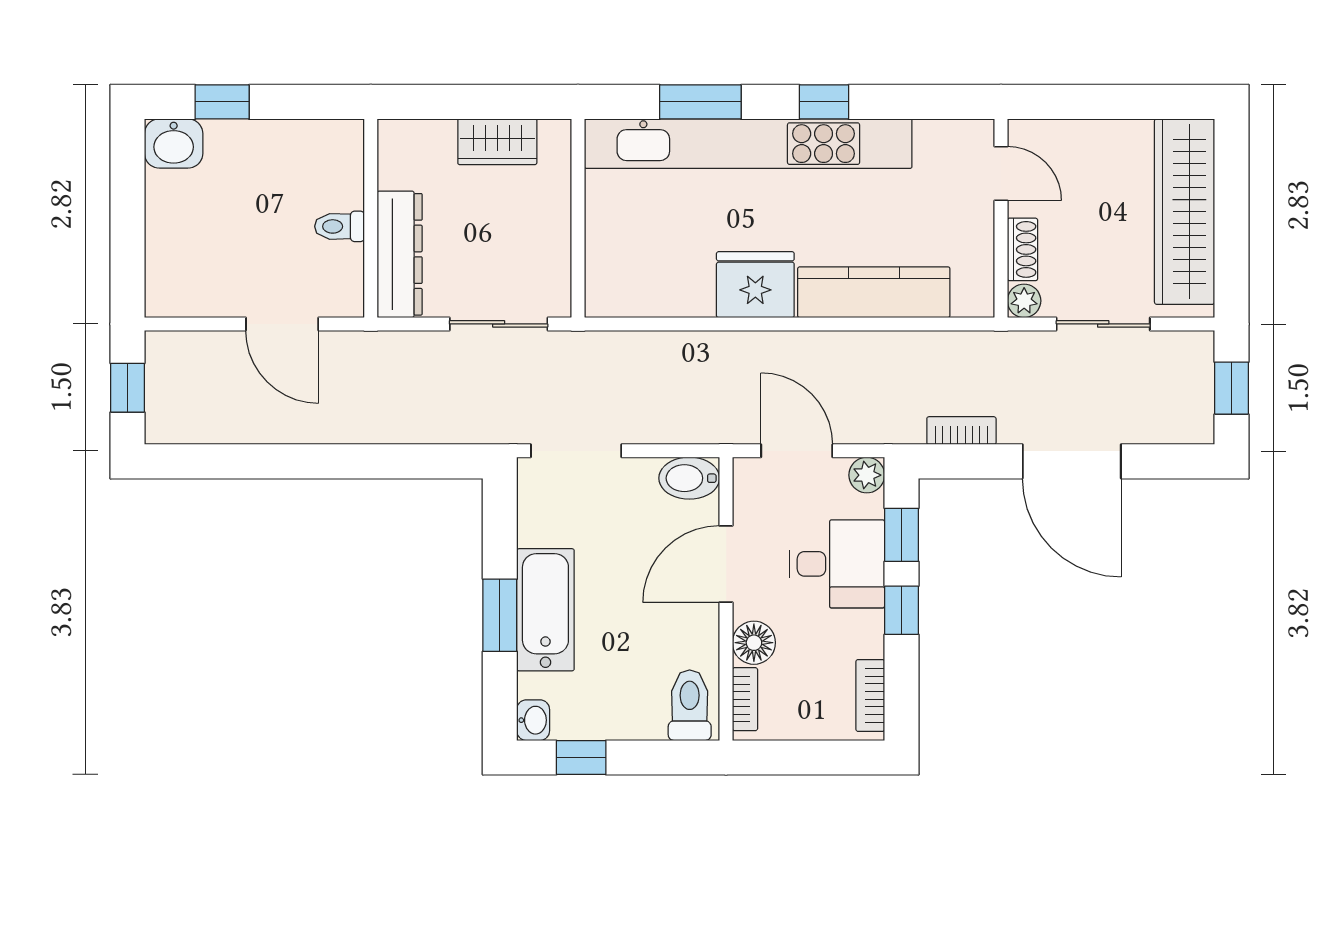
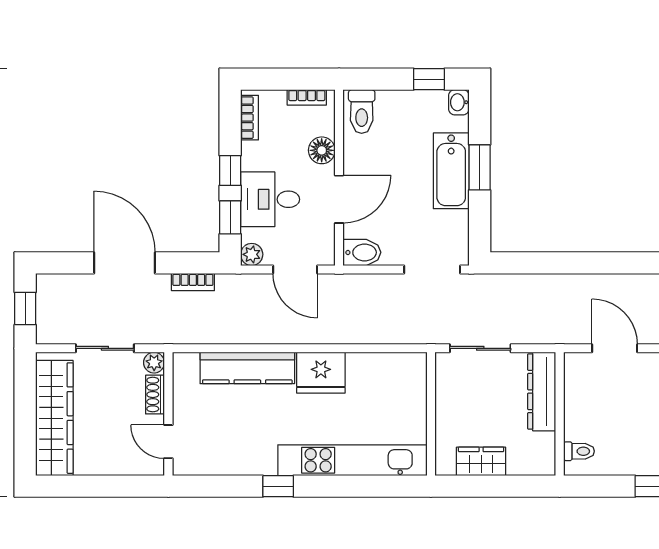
window: (700, 102) -> (355, 486), removed
kitchen unit: (748, 144) -> (352, 460), width x0.73
toilet: (340, 226) -> (579, 451), moved
bookcase: (745, 699) -> (307, 97), moved, turned -90

